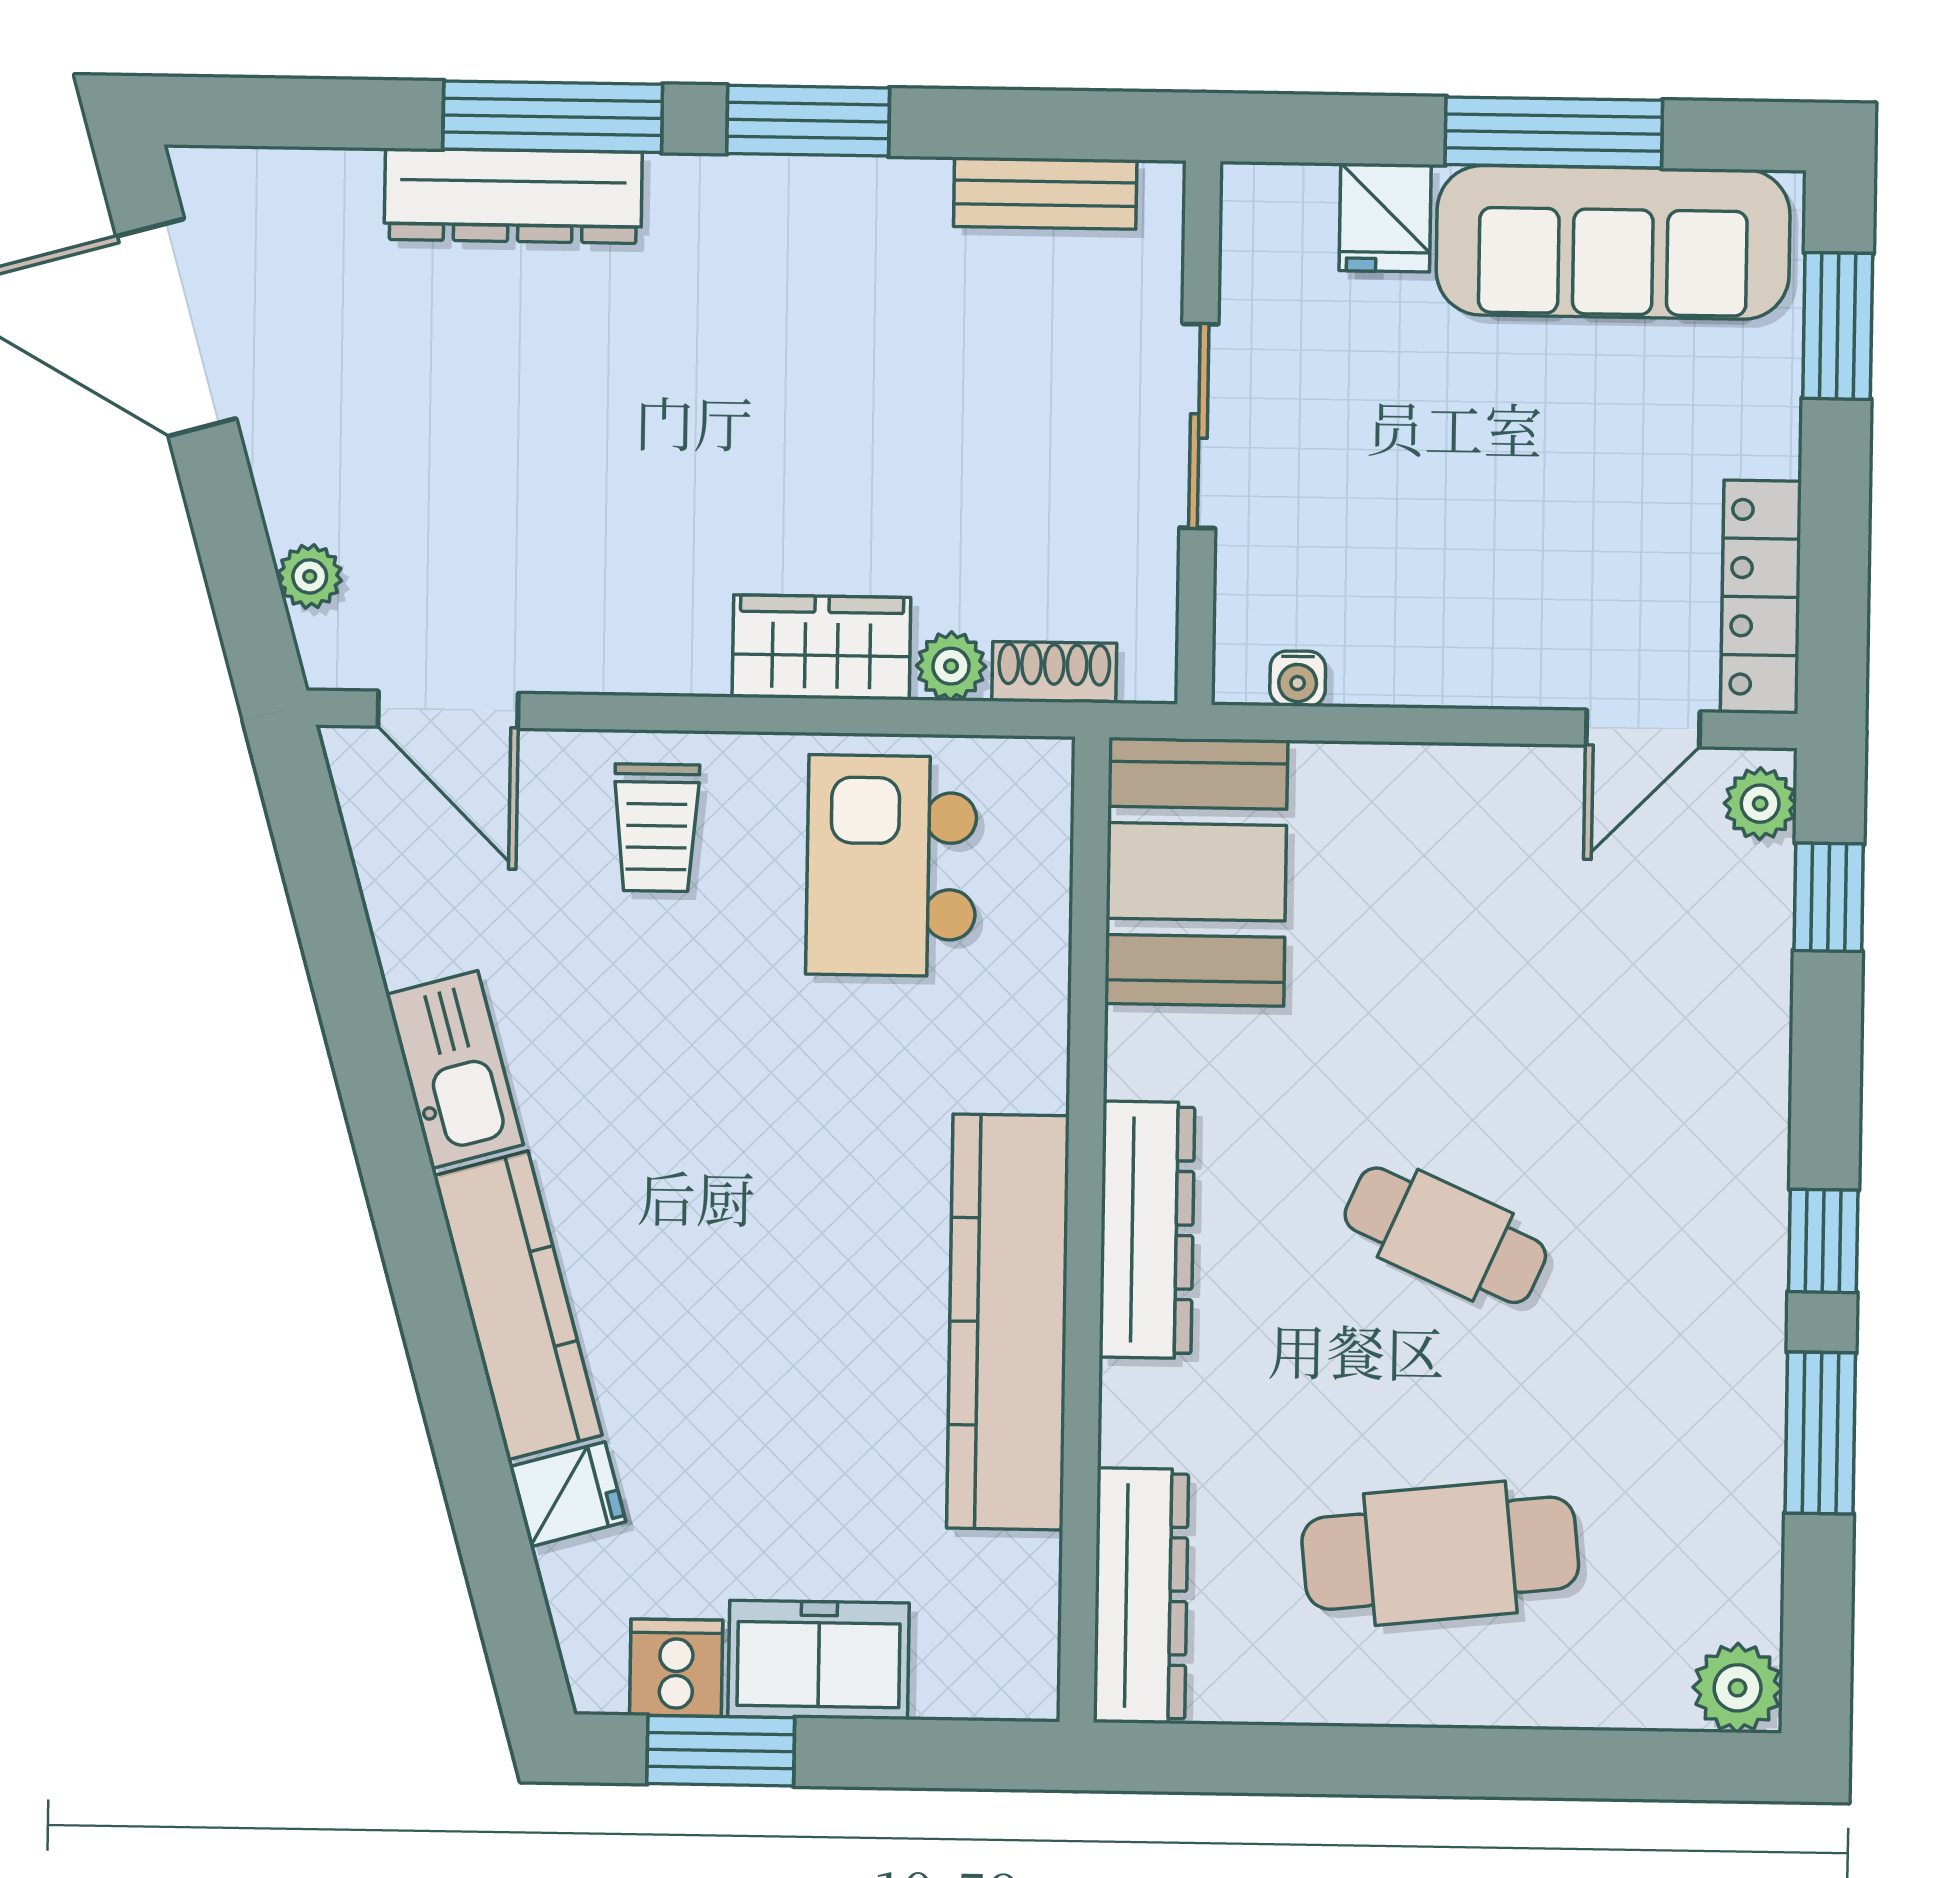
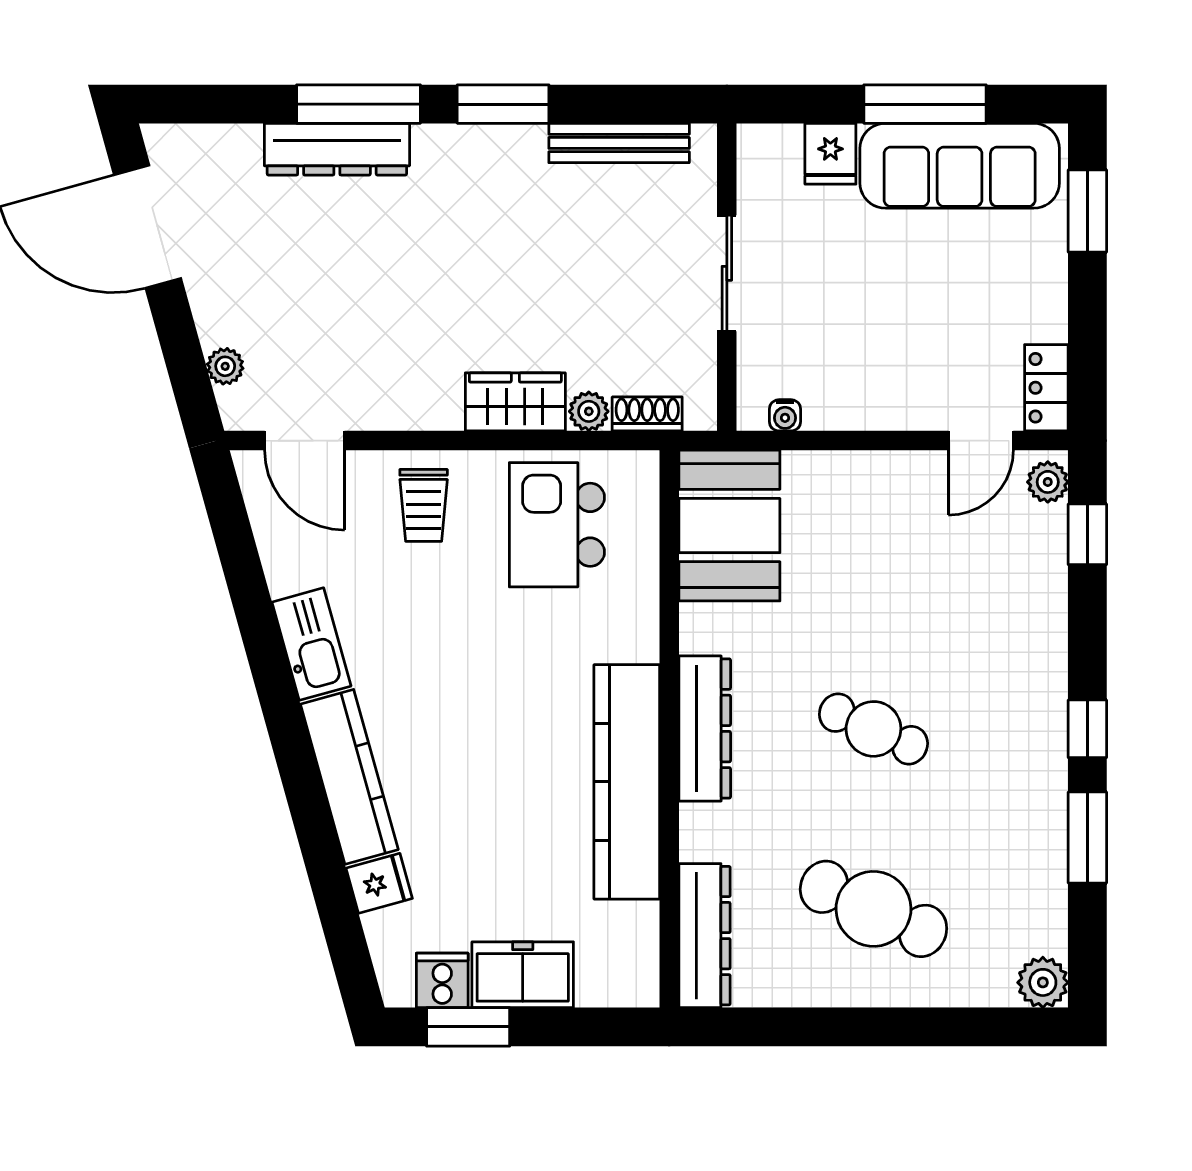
bench: (1045, 193) -> (619, 143), width x1.36
locker: (1761, 597) -> (1046, 388), width x0.66
cafe table: (1440, 1553) -> (873, 909), turned 30

